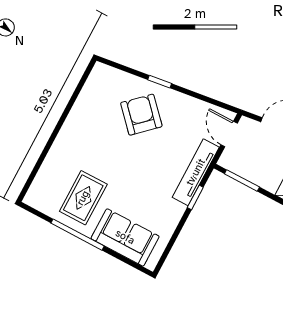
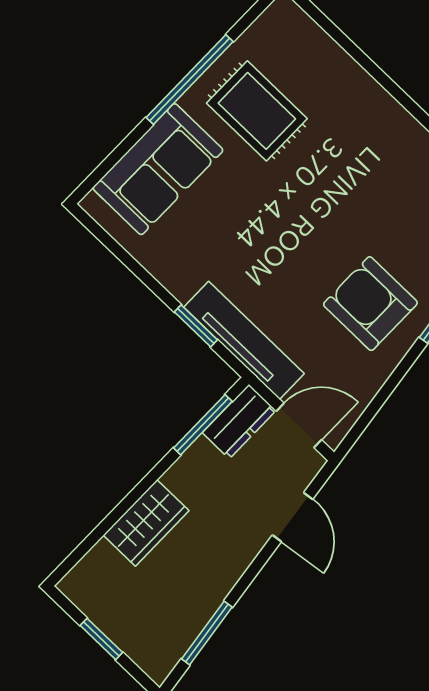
armchair: (141, 115) -> (370, 304), moved, turned -137
dresser: (235, 163) -> (239, 422), added

